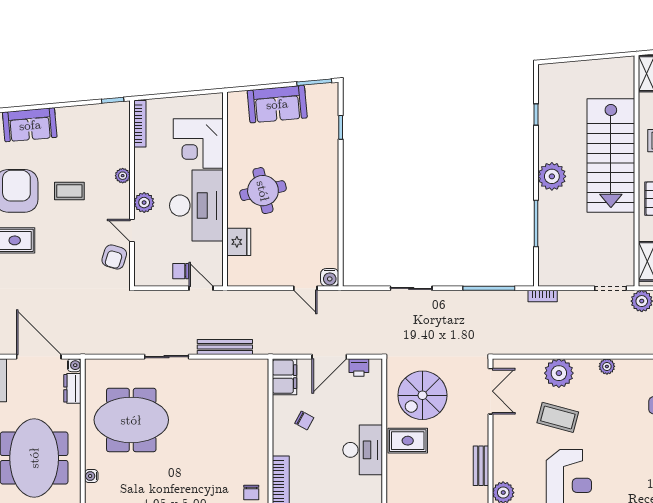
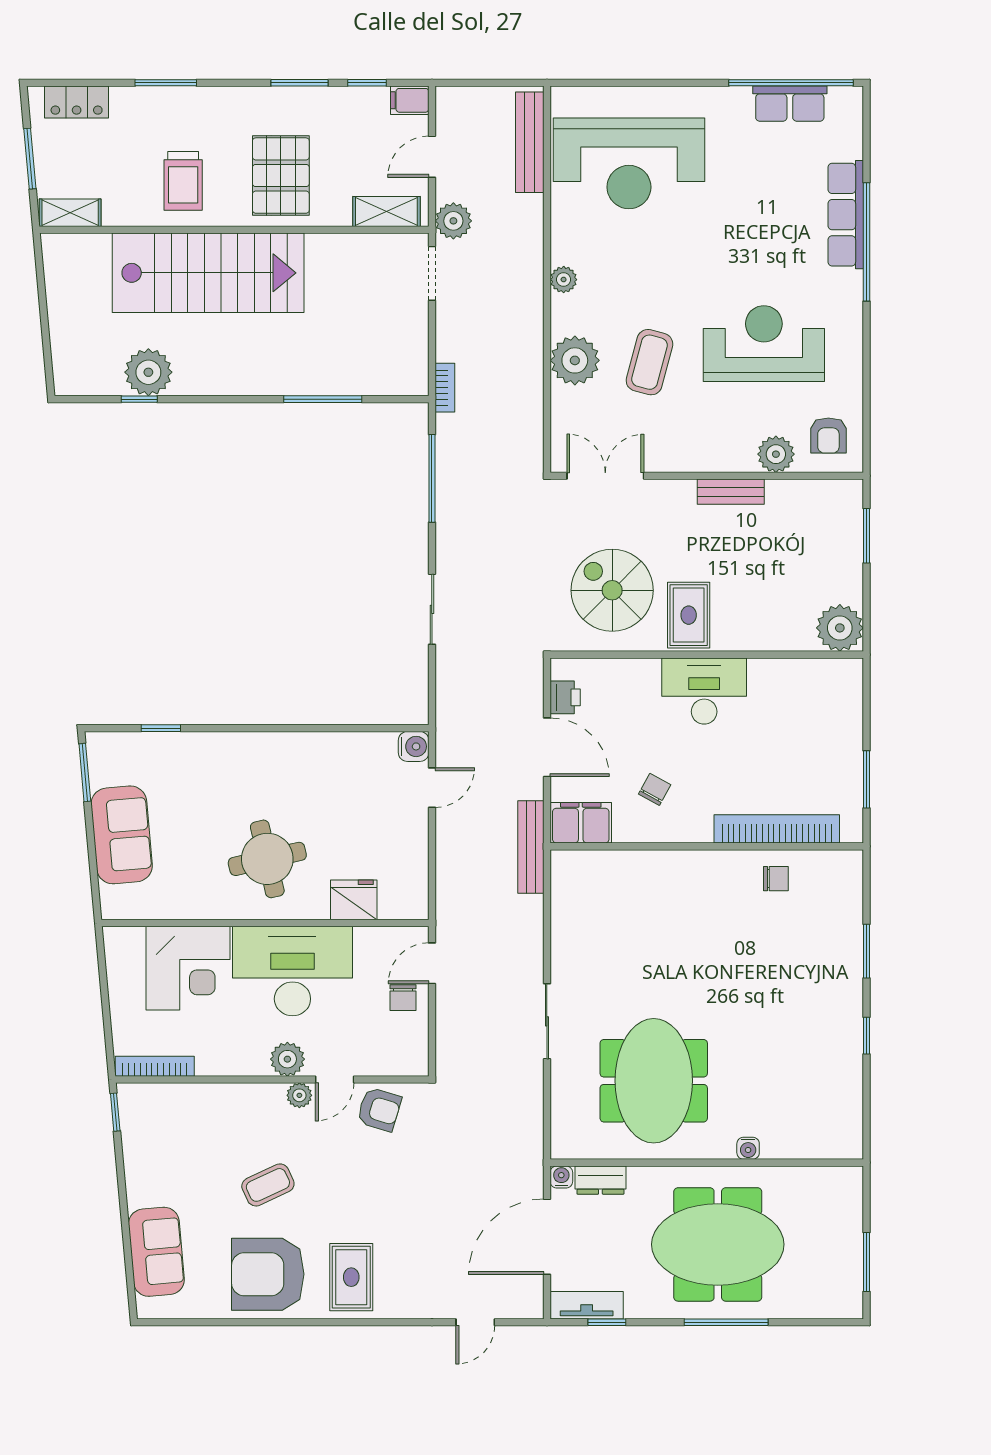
plant: (123, 176) -> (299, 1095), moved
plant: (552, 176) -> (148, 372), moved
coffee table: (69, 191) -> (268, 1185), turned 65
bench: (225, 347) -> (531, 847), moved
spiral stairs: (422, 395) -> (612, 590), turned 180

